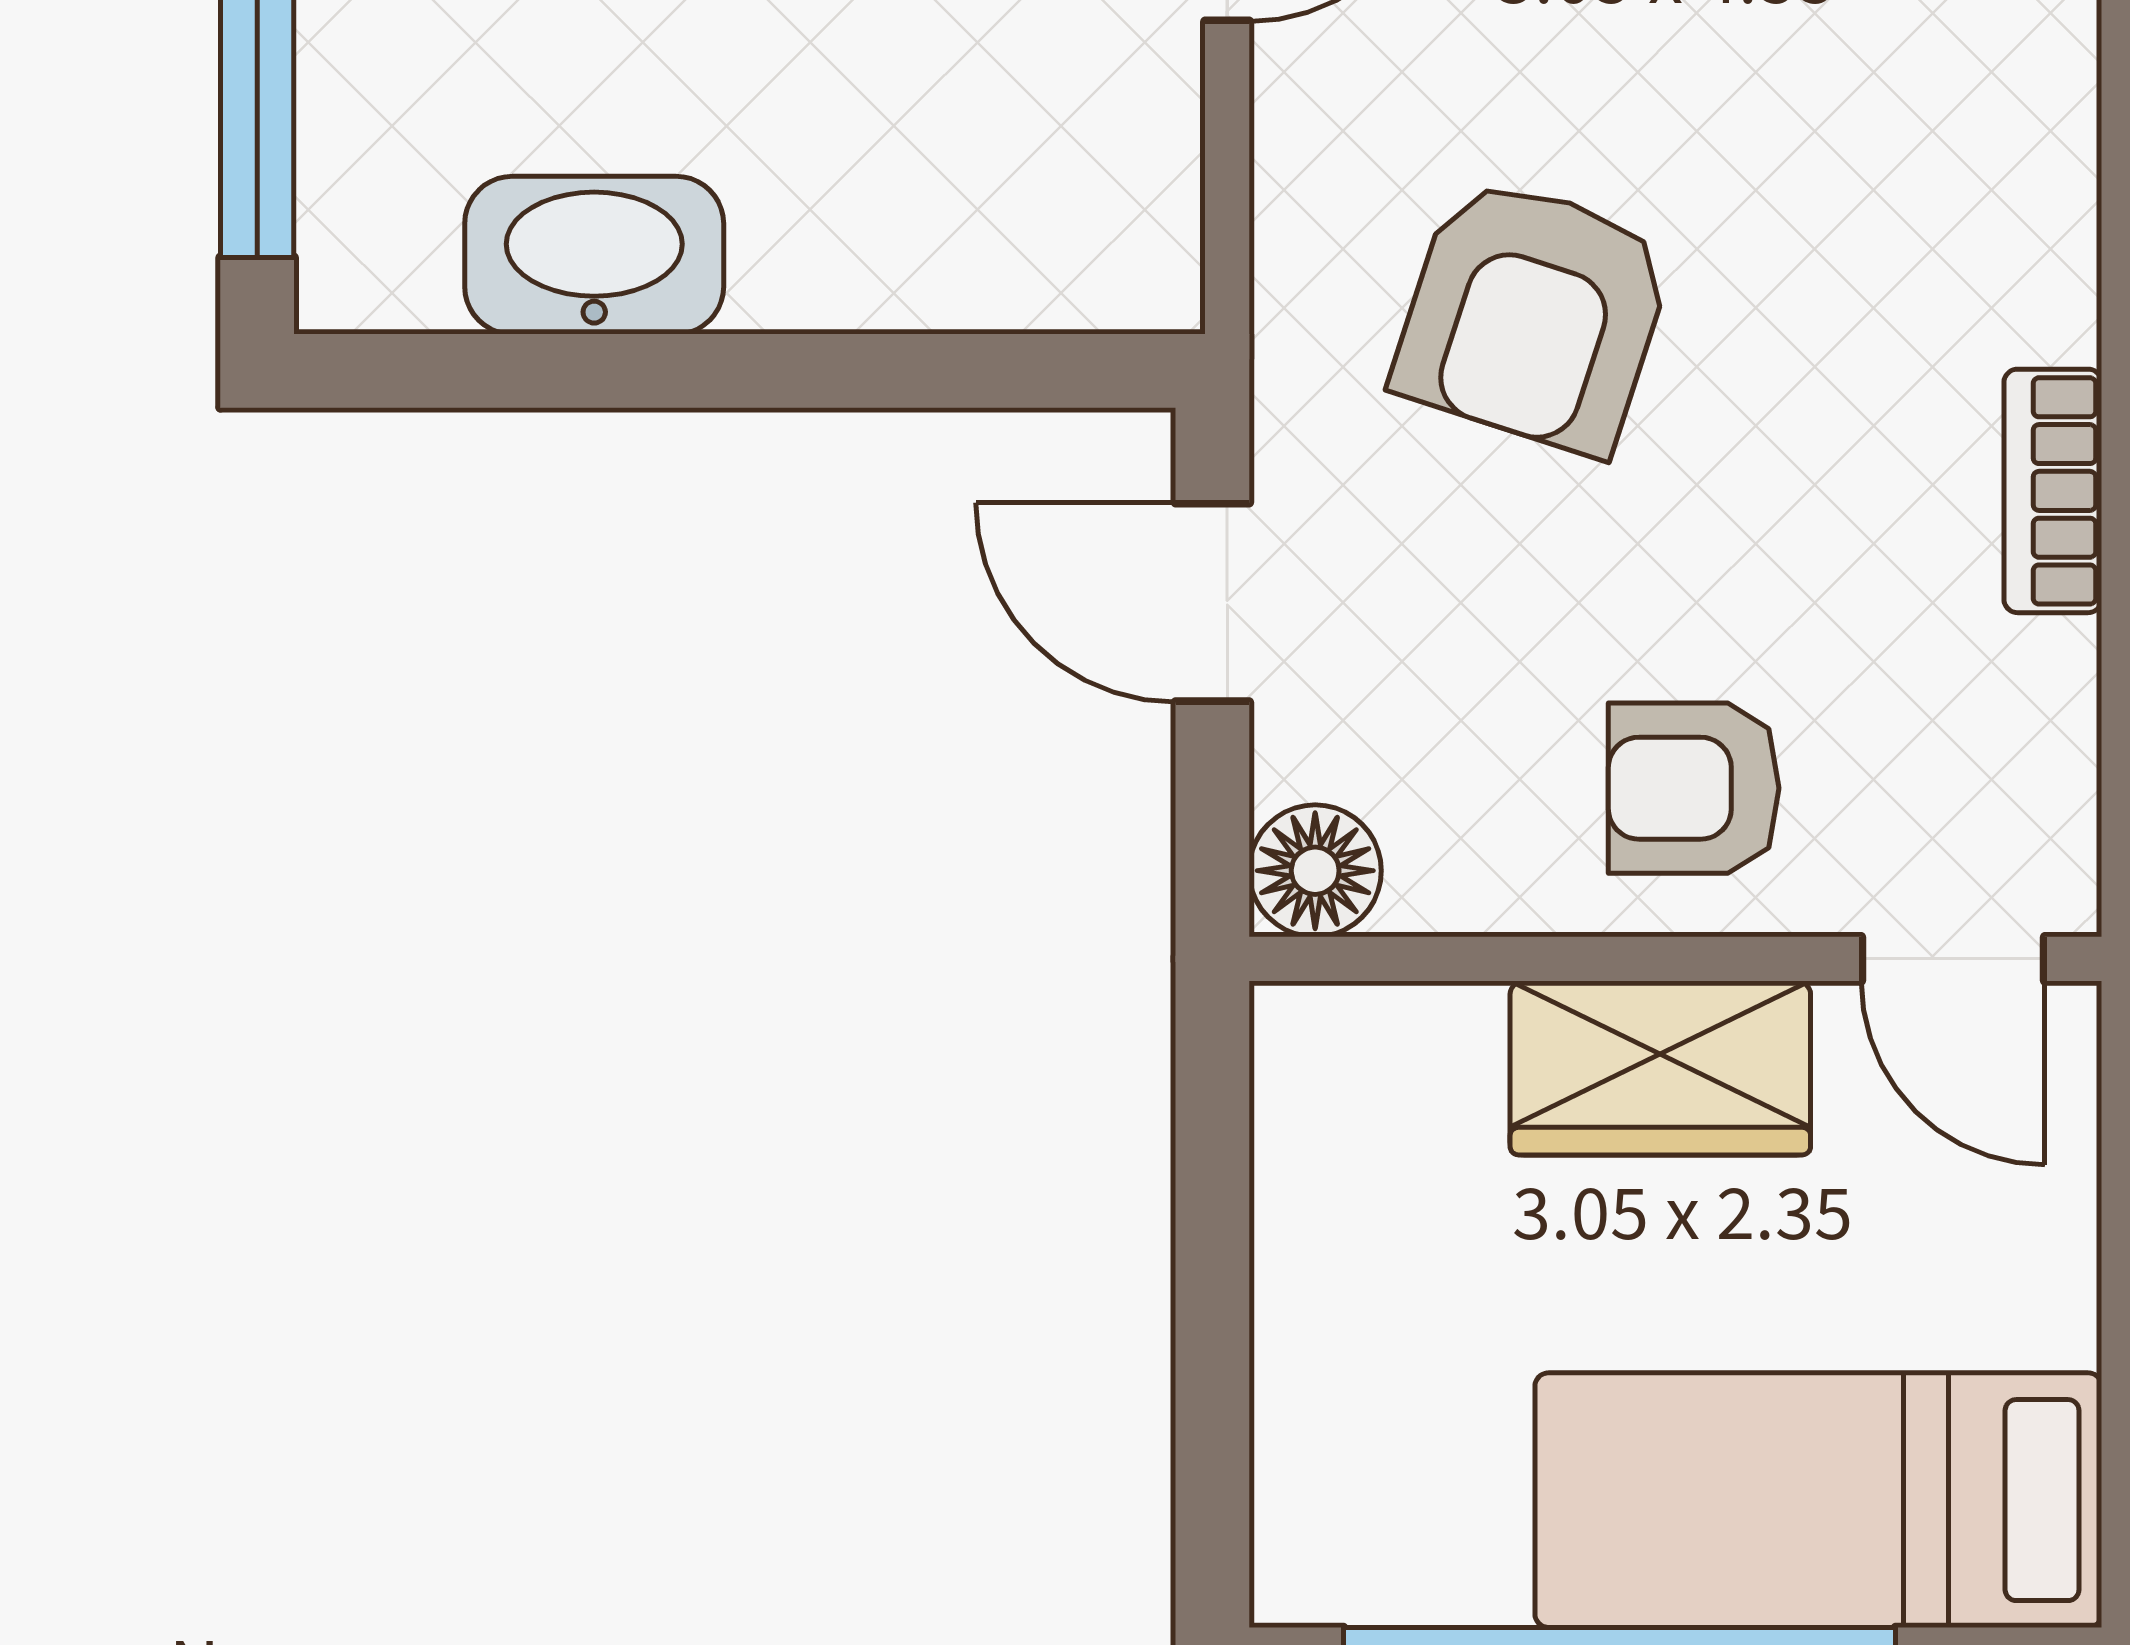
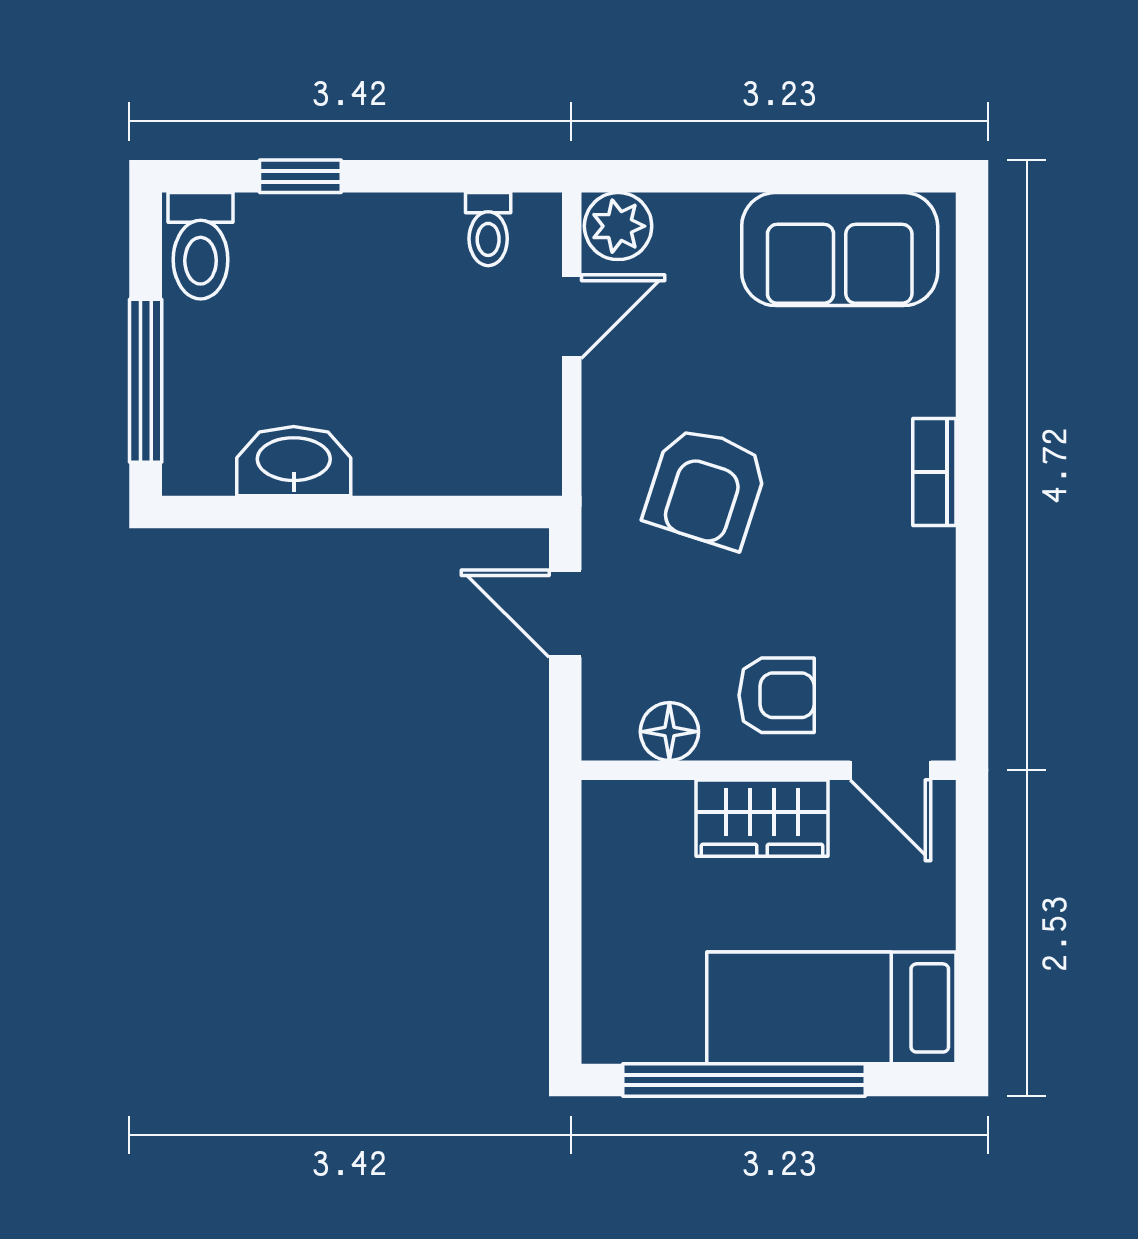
bookcase: (2053, 491) -> (934, 472), moved
armchair: (1694, 788) -> (777, 695), turned 180
floor lamp: (1315, 871) -> (669, 732), moved

